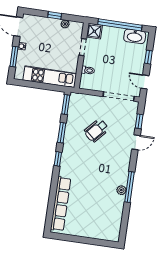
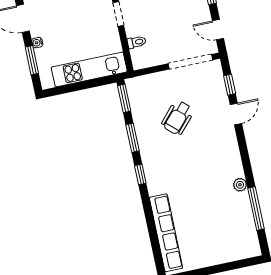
window: (129, 187) -> (256, 209), moved

